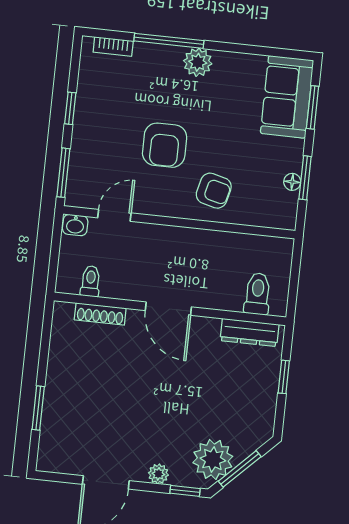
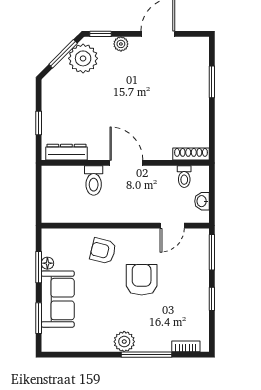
sofa: (287, 97) -> (58, 299), moved
washbasin: (75, 225) -> (202, 201), moved, turned -90
toilet: (258, 294) -> (94, 180), moved
shoe rack: (100, 314) -> (191, 154), moved

